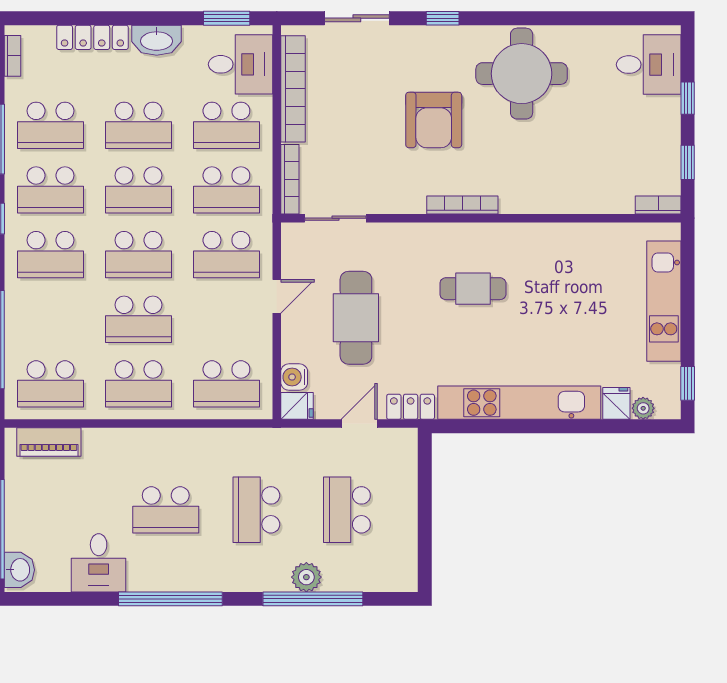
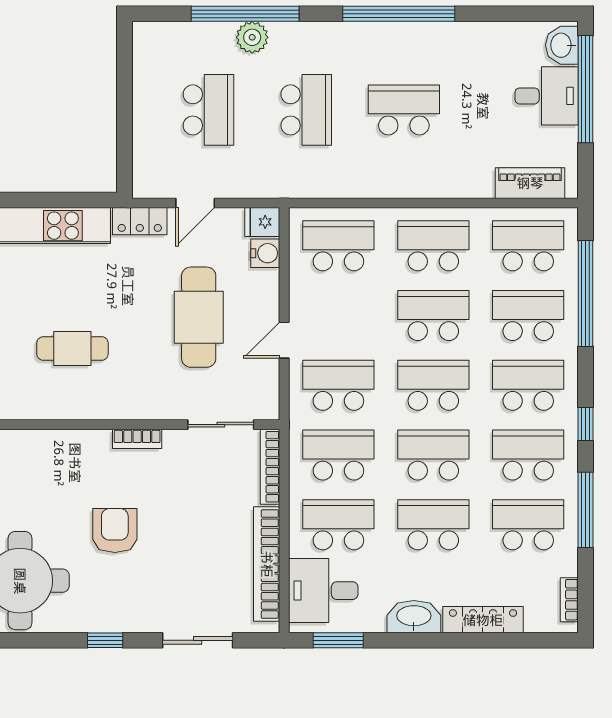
armchair: (434, 120) -> (115, 531), width x0.73, depth x0.73
bookcase: (462, 205) -> (137, 439), moved, width x0.64
school desk: (51, 319) -> (528, 316), added
desk: (99, 563) -> (547, 96), moved, turned 90

